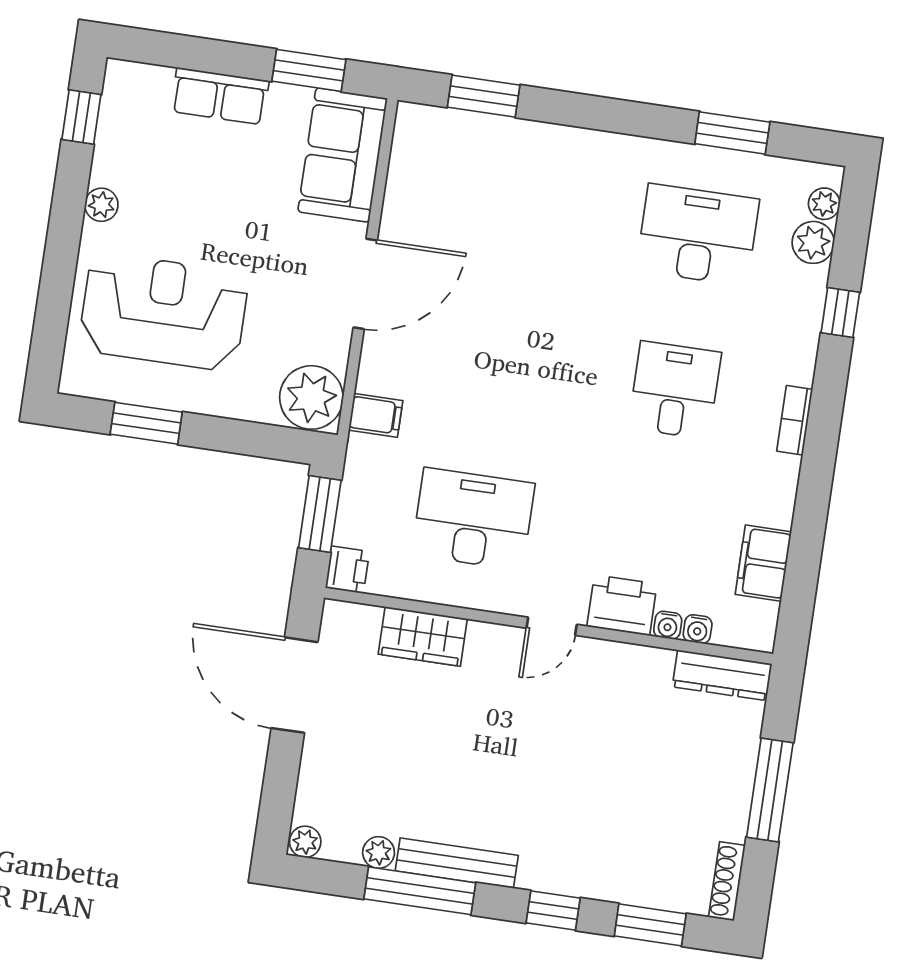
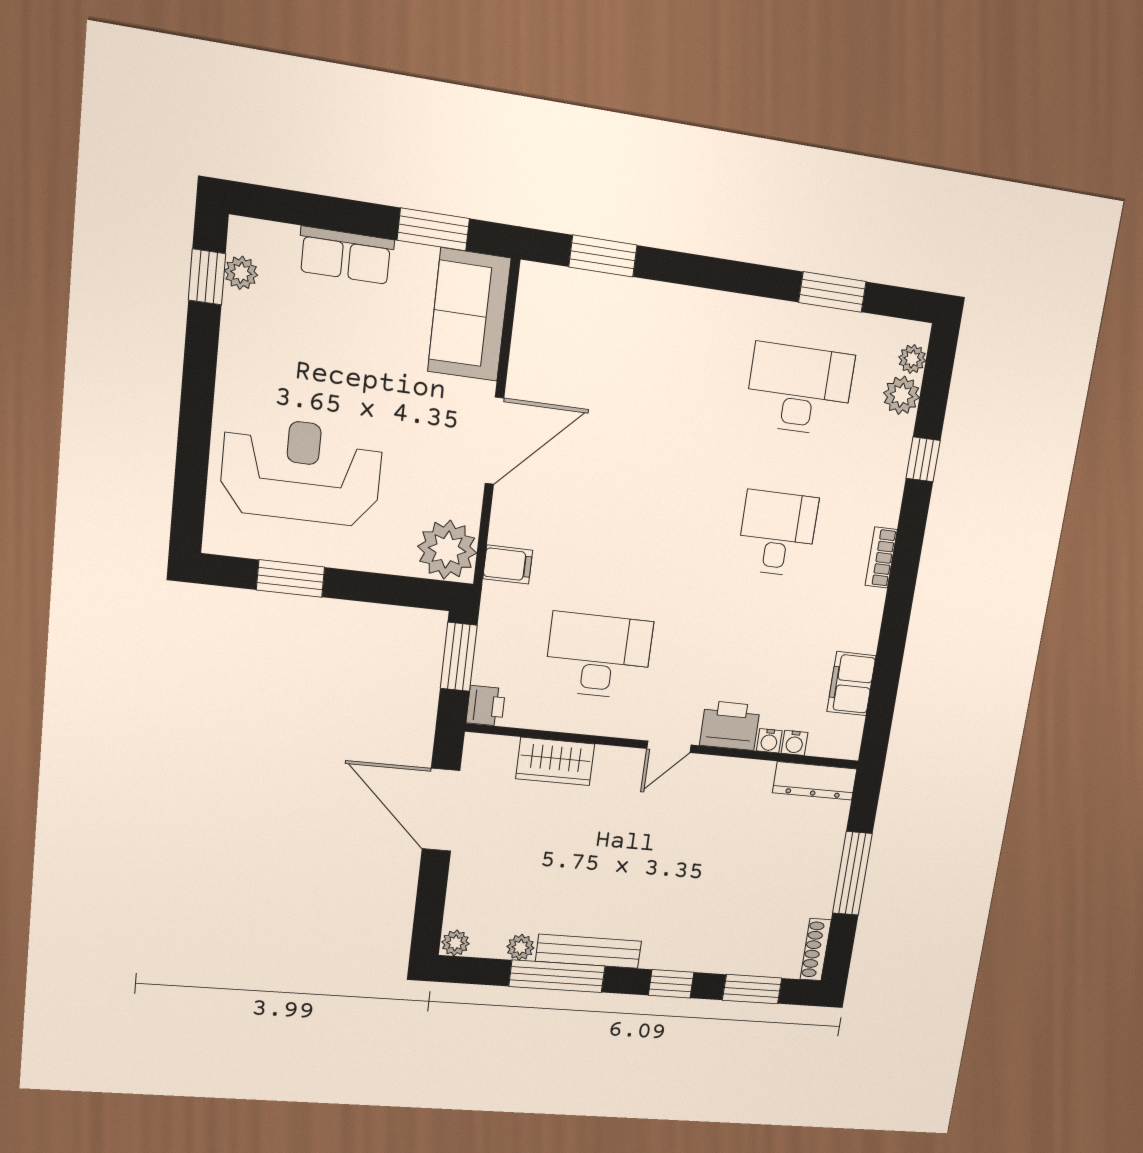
plant: (101, 205) -> (241, 273), moved

